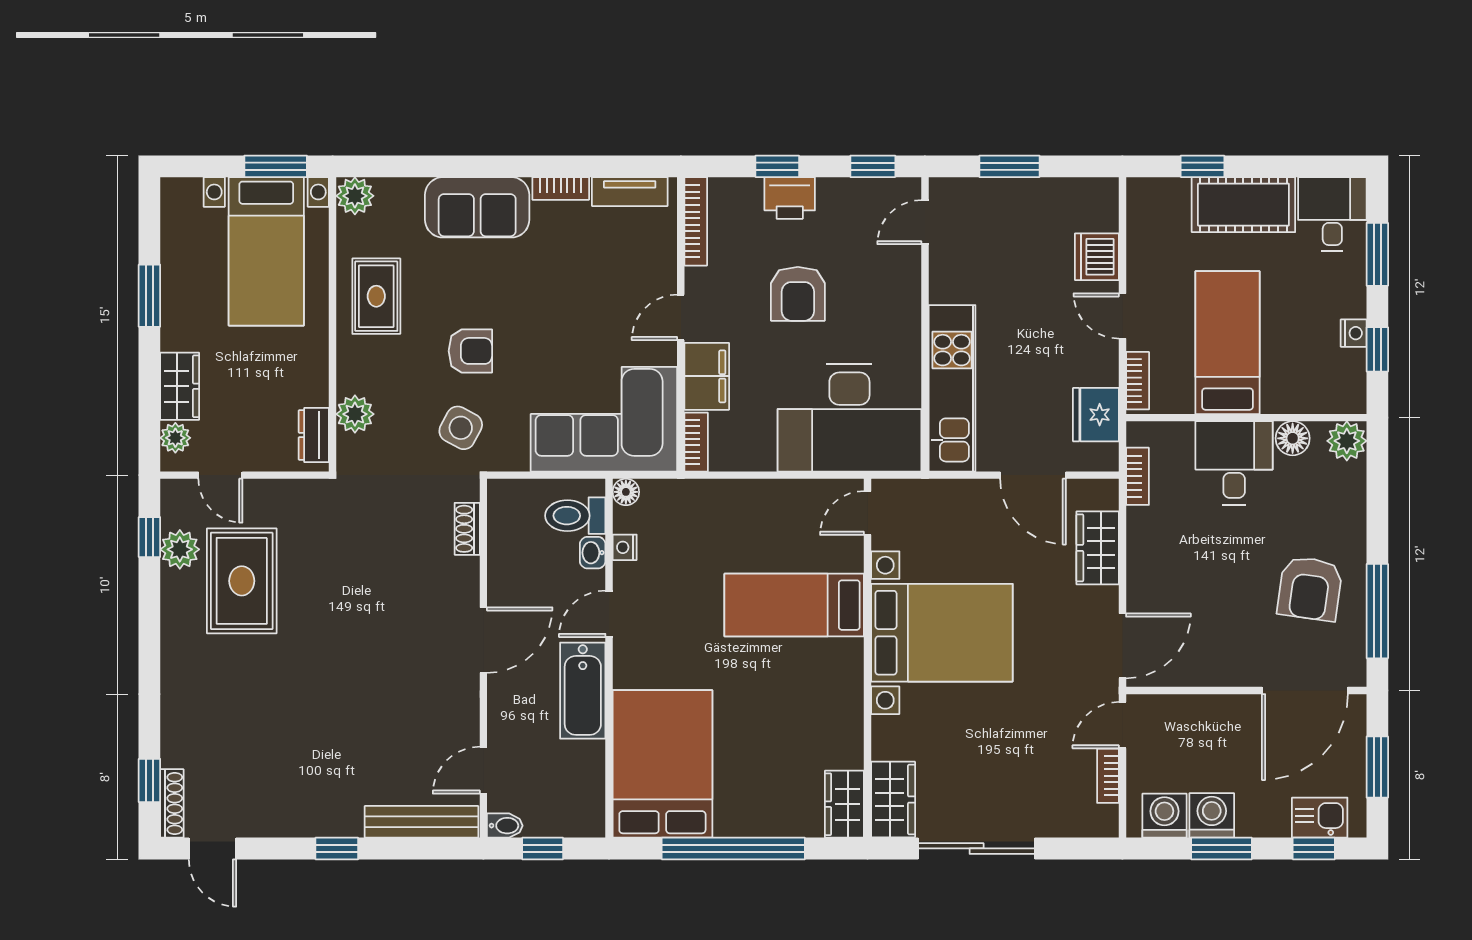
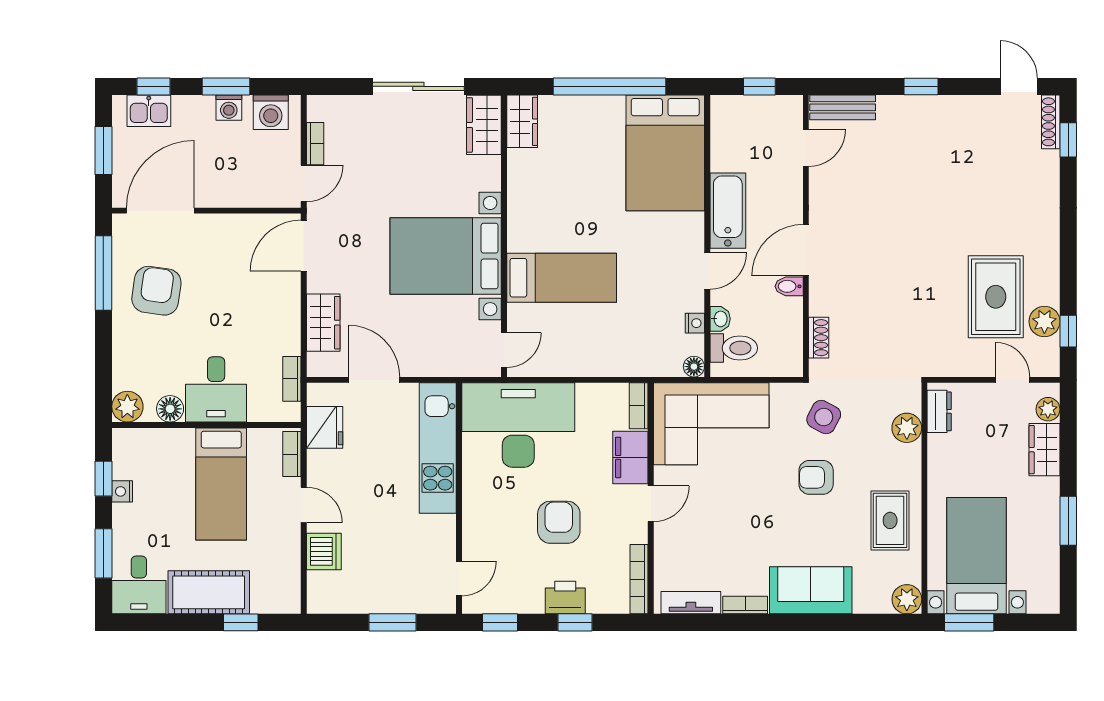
washing machine: (1212, 815) -> (229, 108), width x0.73, depth x0.73
bench: (421, 822) -> (843, 107), width x0.73
bidet: (505, 826) -> (789, 286), moved

